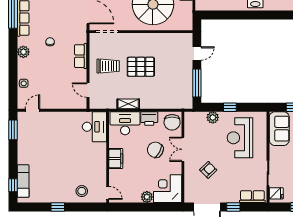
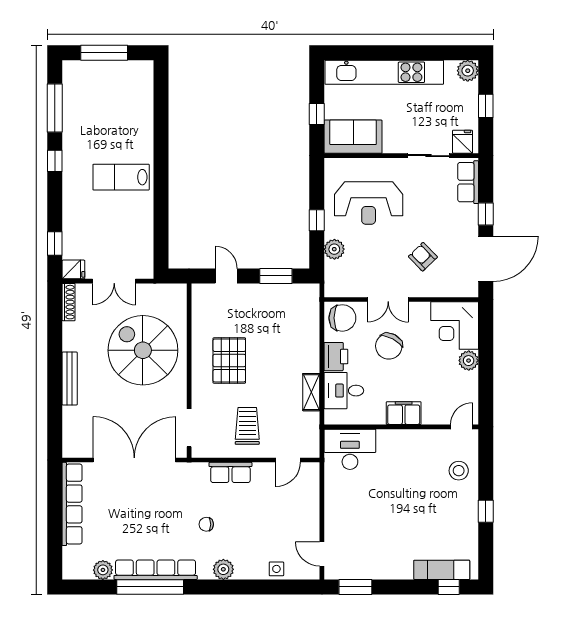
pallet: (141, 67) -> (229, 360), moved
window: (197, 83) -> (276, 276), width x0.69
desk: (125, 123) -> (344, 391), width x0.73

